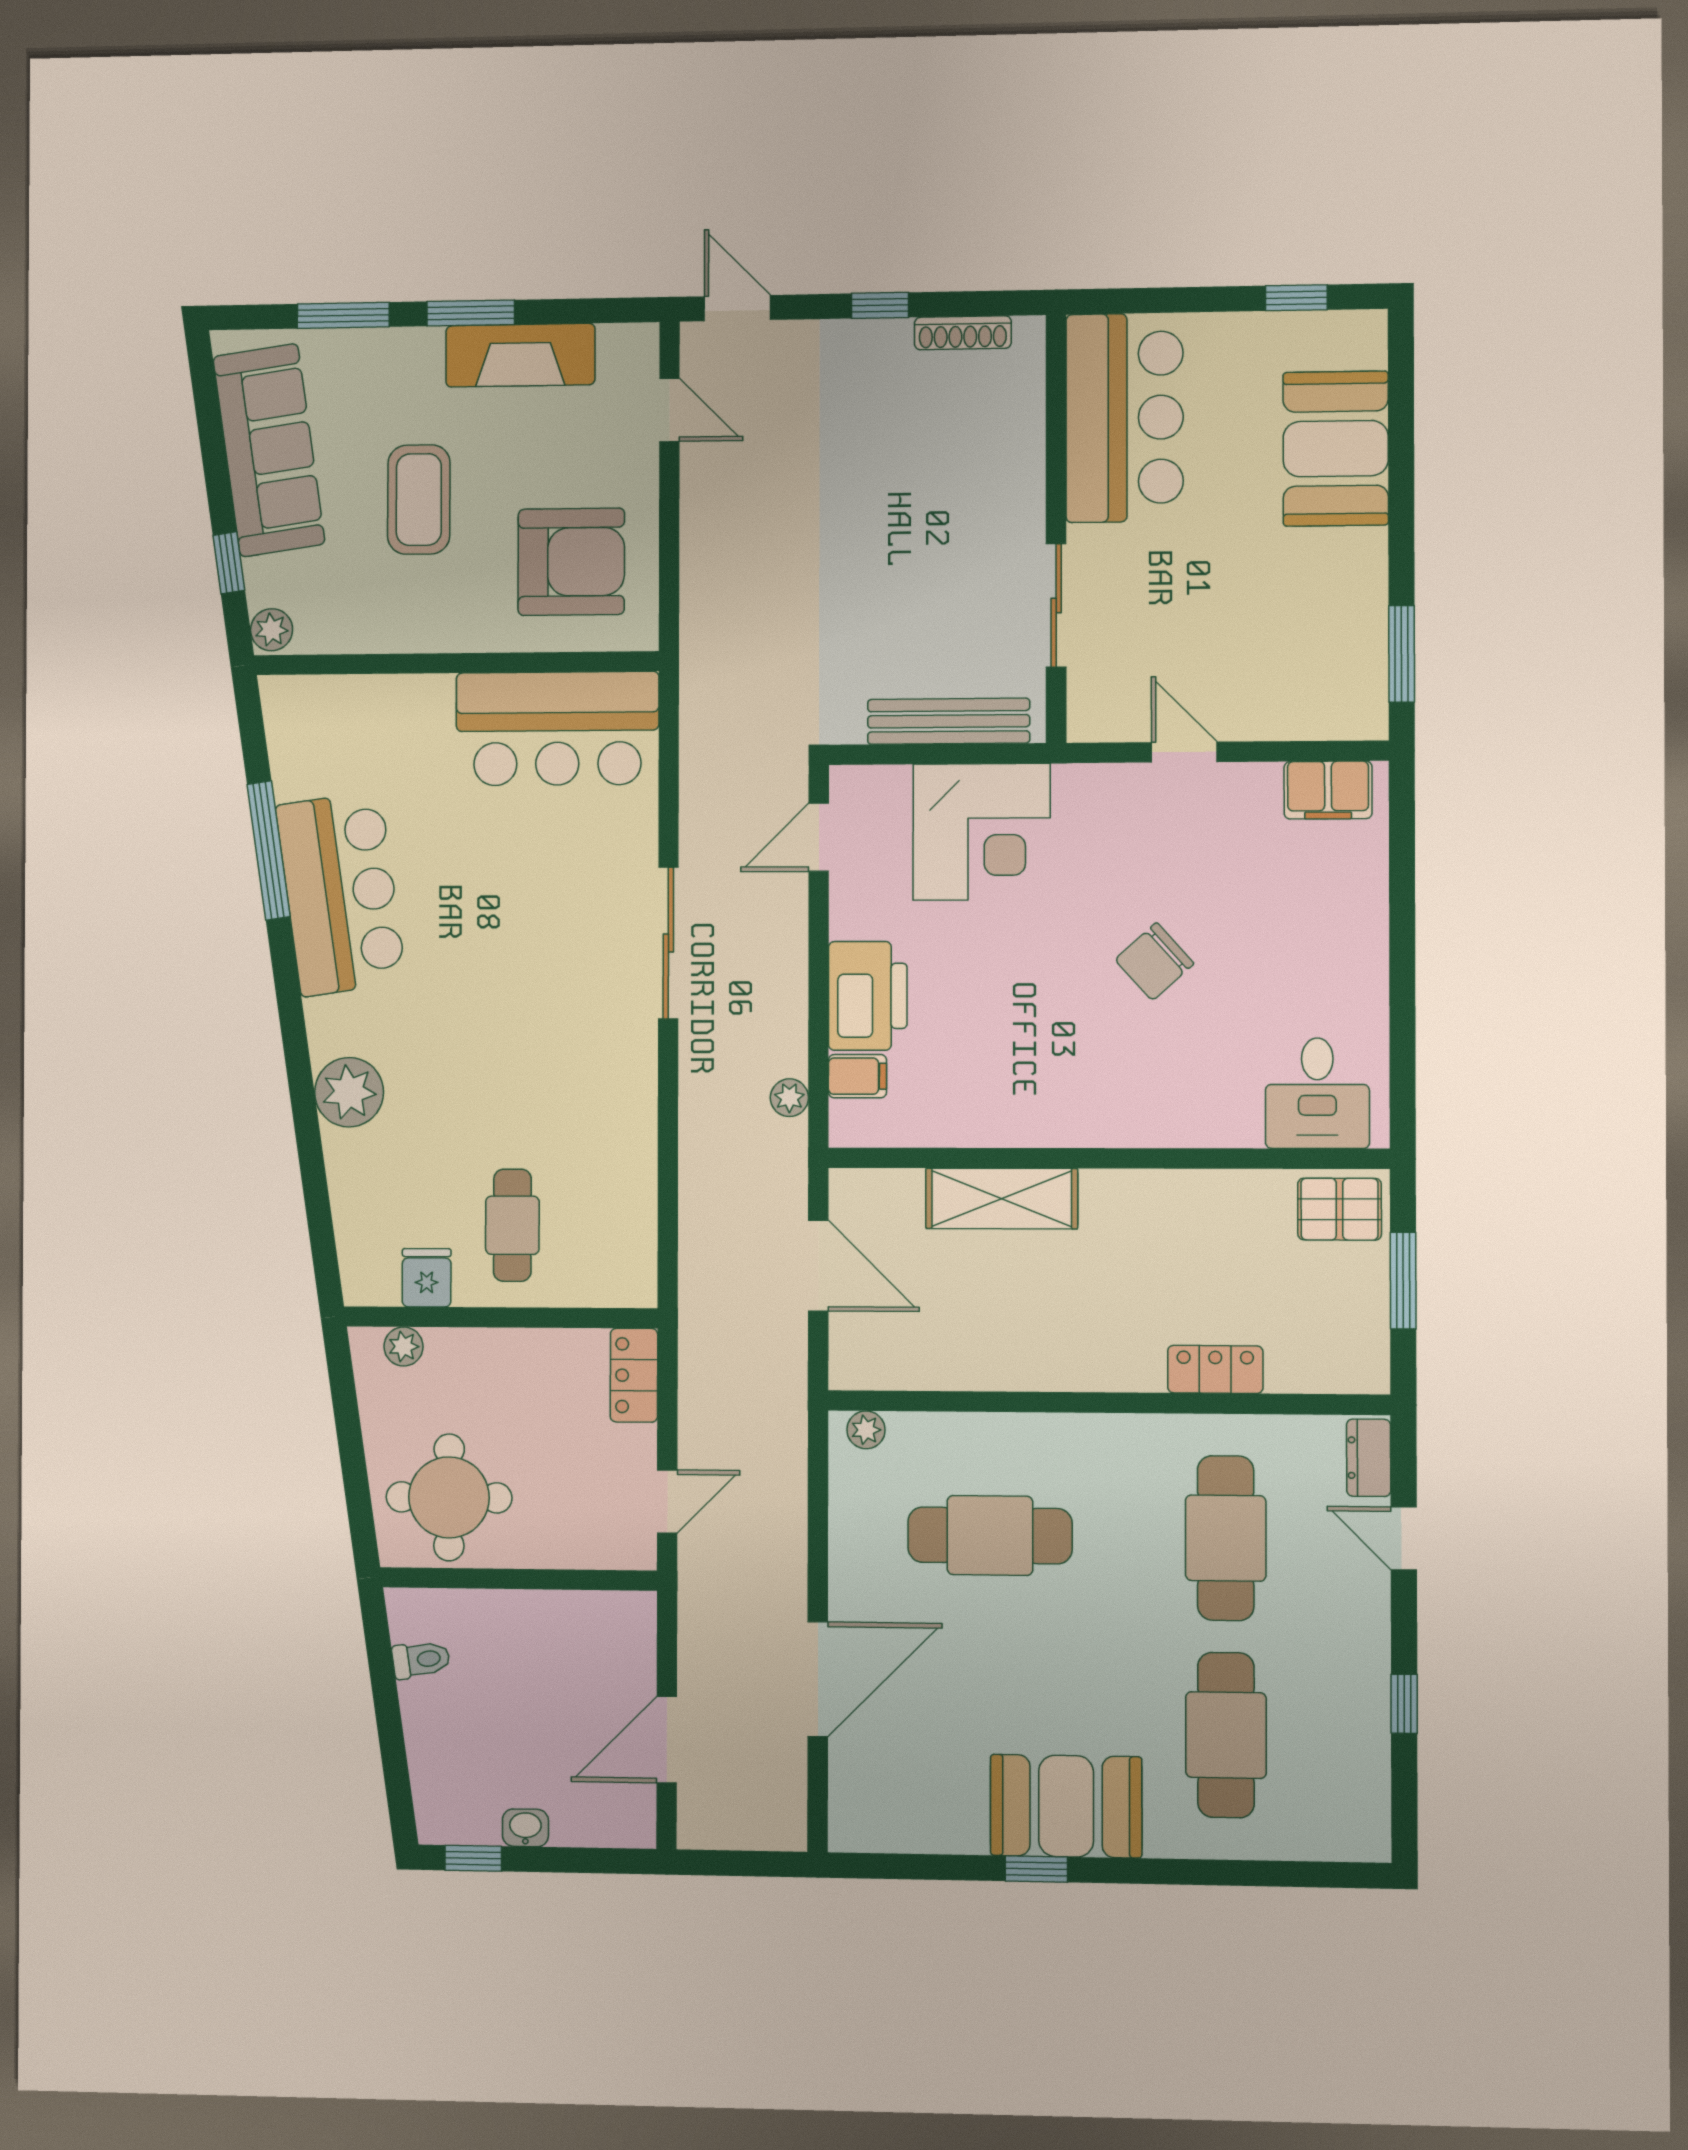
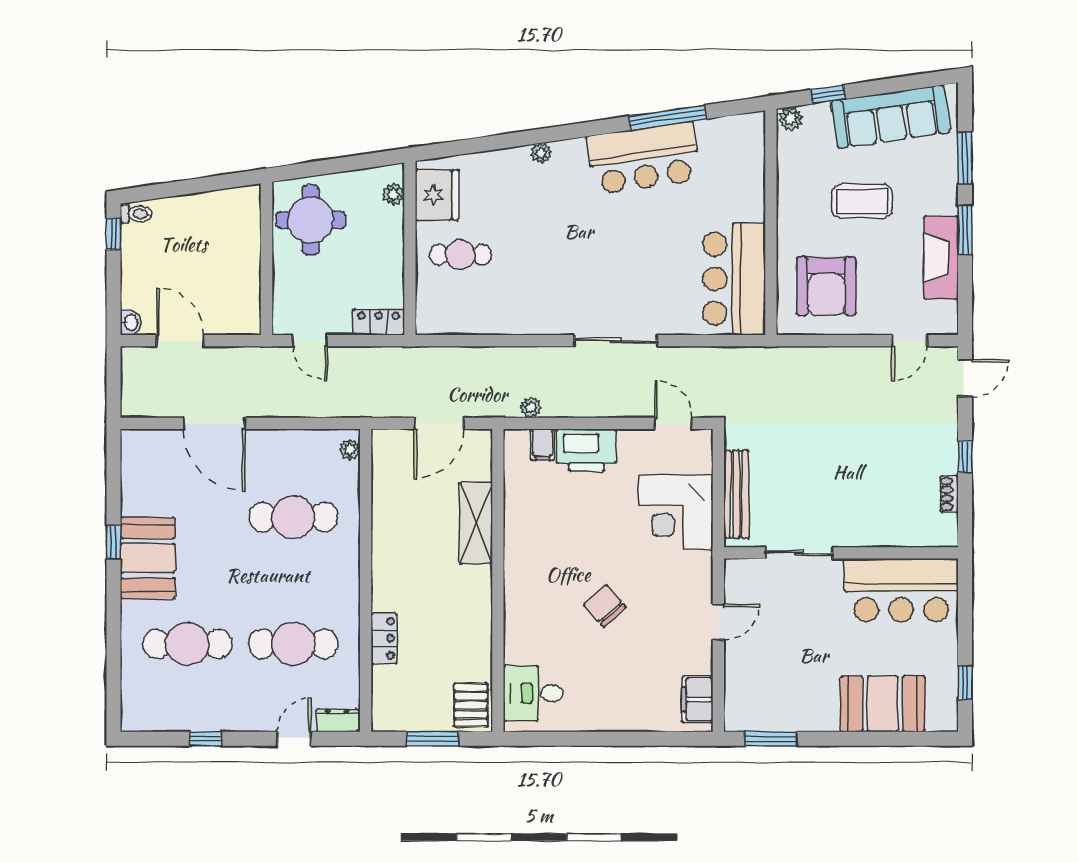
shoe rack: (963, 333) -> (949, 494), width x0.70
plant: (349, 1092) -> (541, 153), width x0.53, depth x0.53
fridge: (427, 1278) -> (437, 195), width x1.88, depth x1.34
cafe table: (990, 1535) -> (293, 517), turned 90
toilet: (421, 1660) -> (136, 214), moved, turned -82
washbasin: (525, 1828) -> (131, 322), moved

